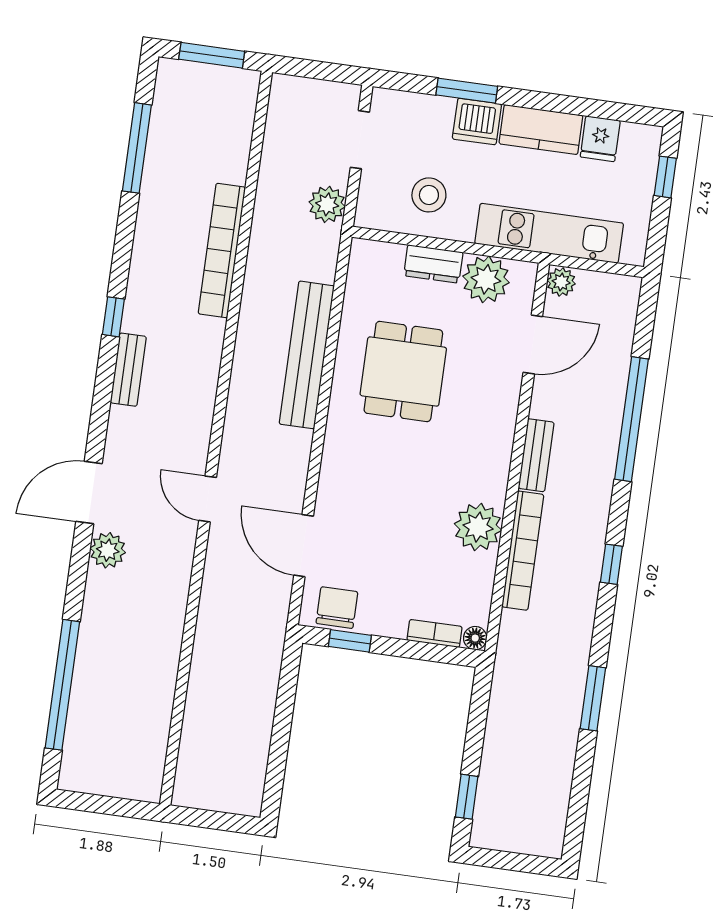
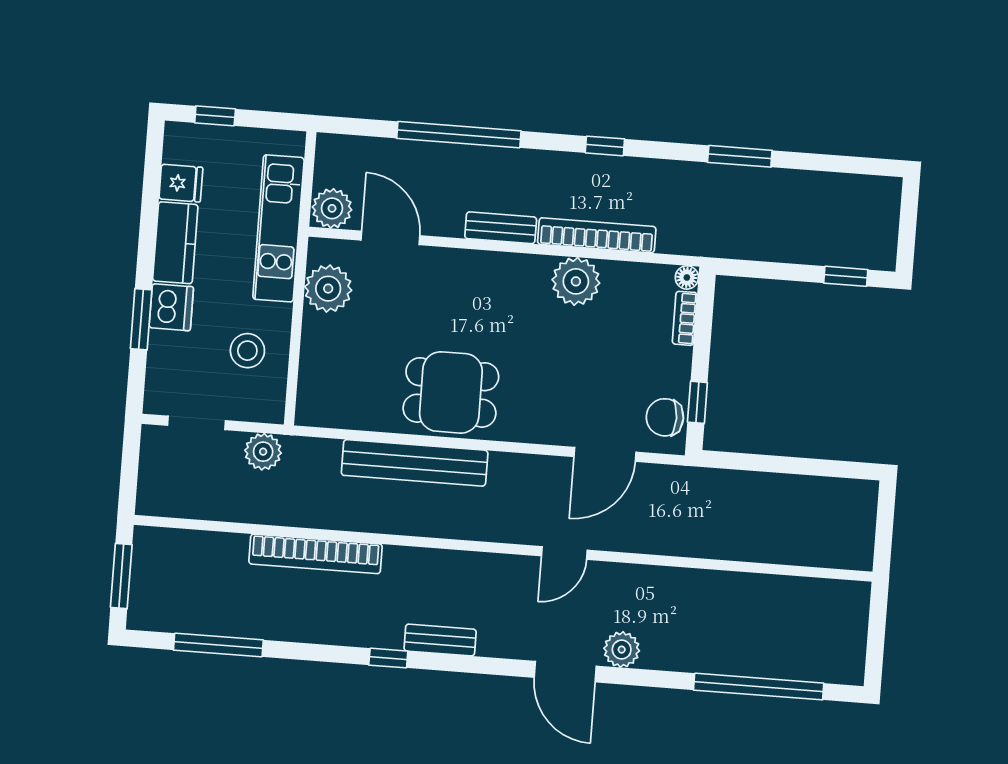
dresser: (433, 264) -> (316, 342), removed
plant: (561, 282) -> (332, 208), width x1.38, depth x1.38
dining table: (403, 372) -> (451, 392), moved

